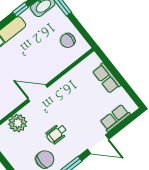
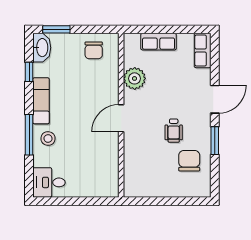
row of seats: (115, 118) -> (203, 51), moved
plant: (18, 123) -> (135, 78), moved

